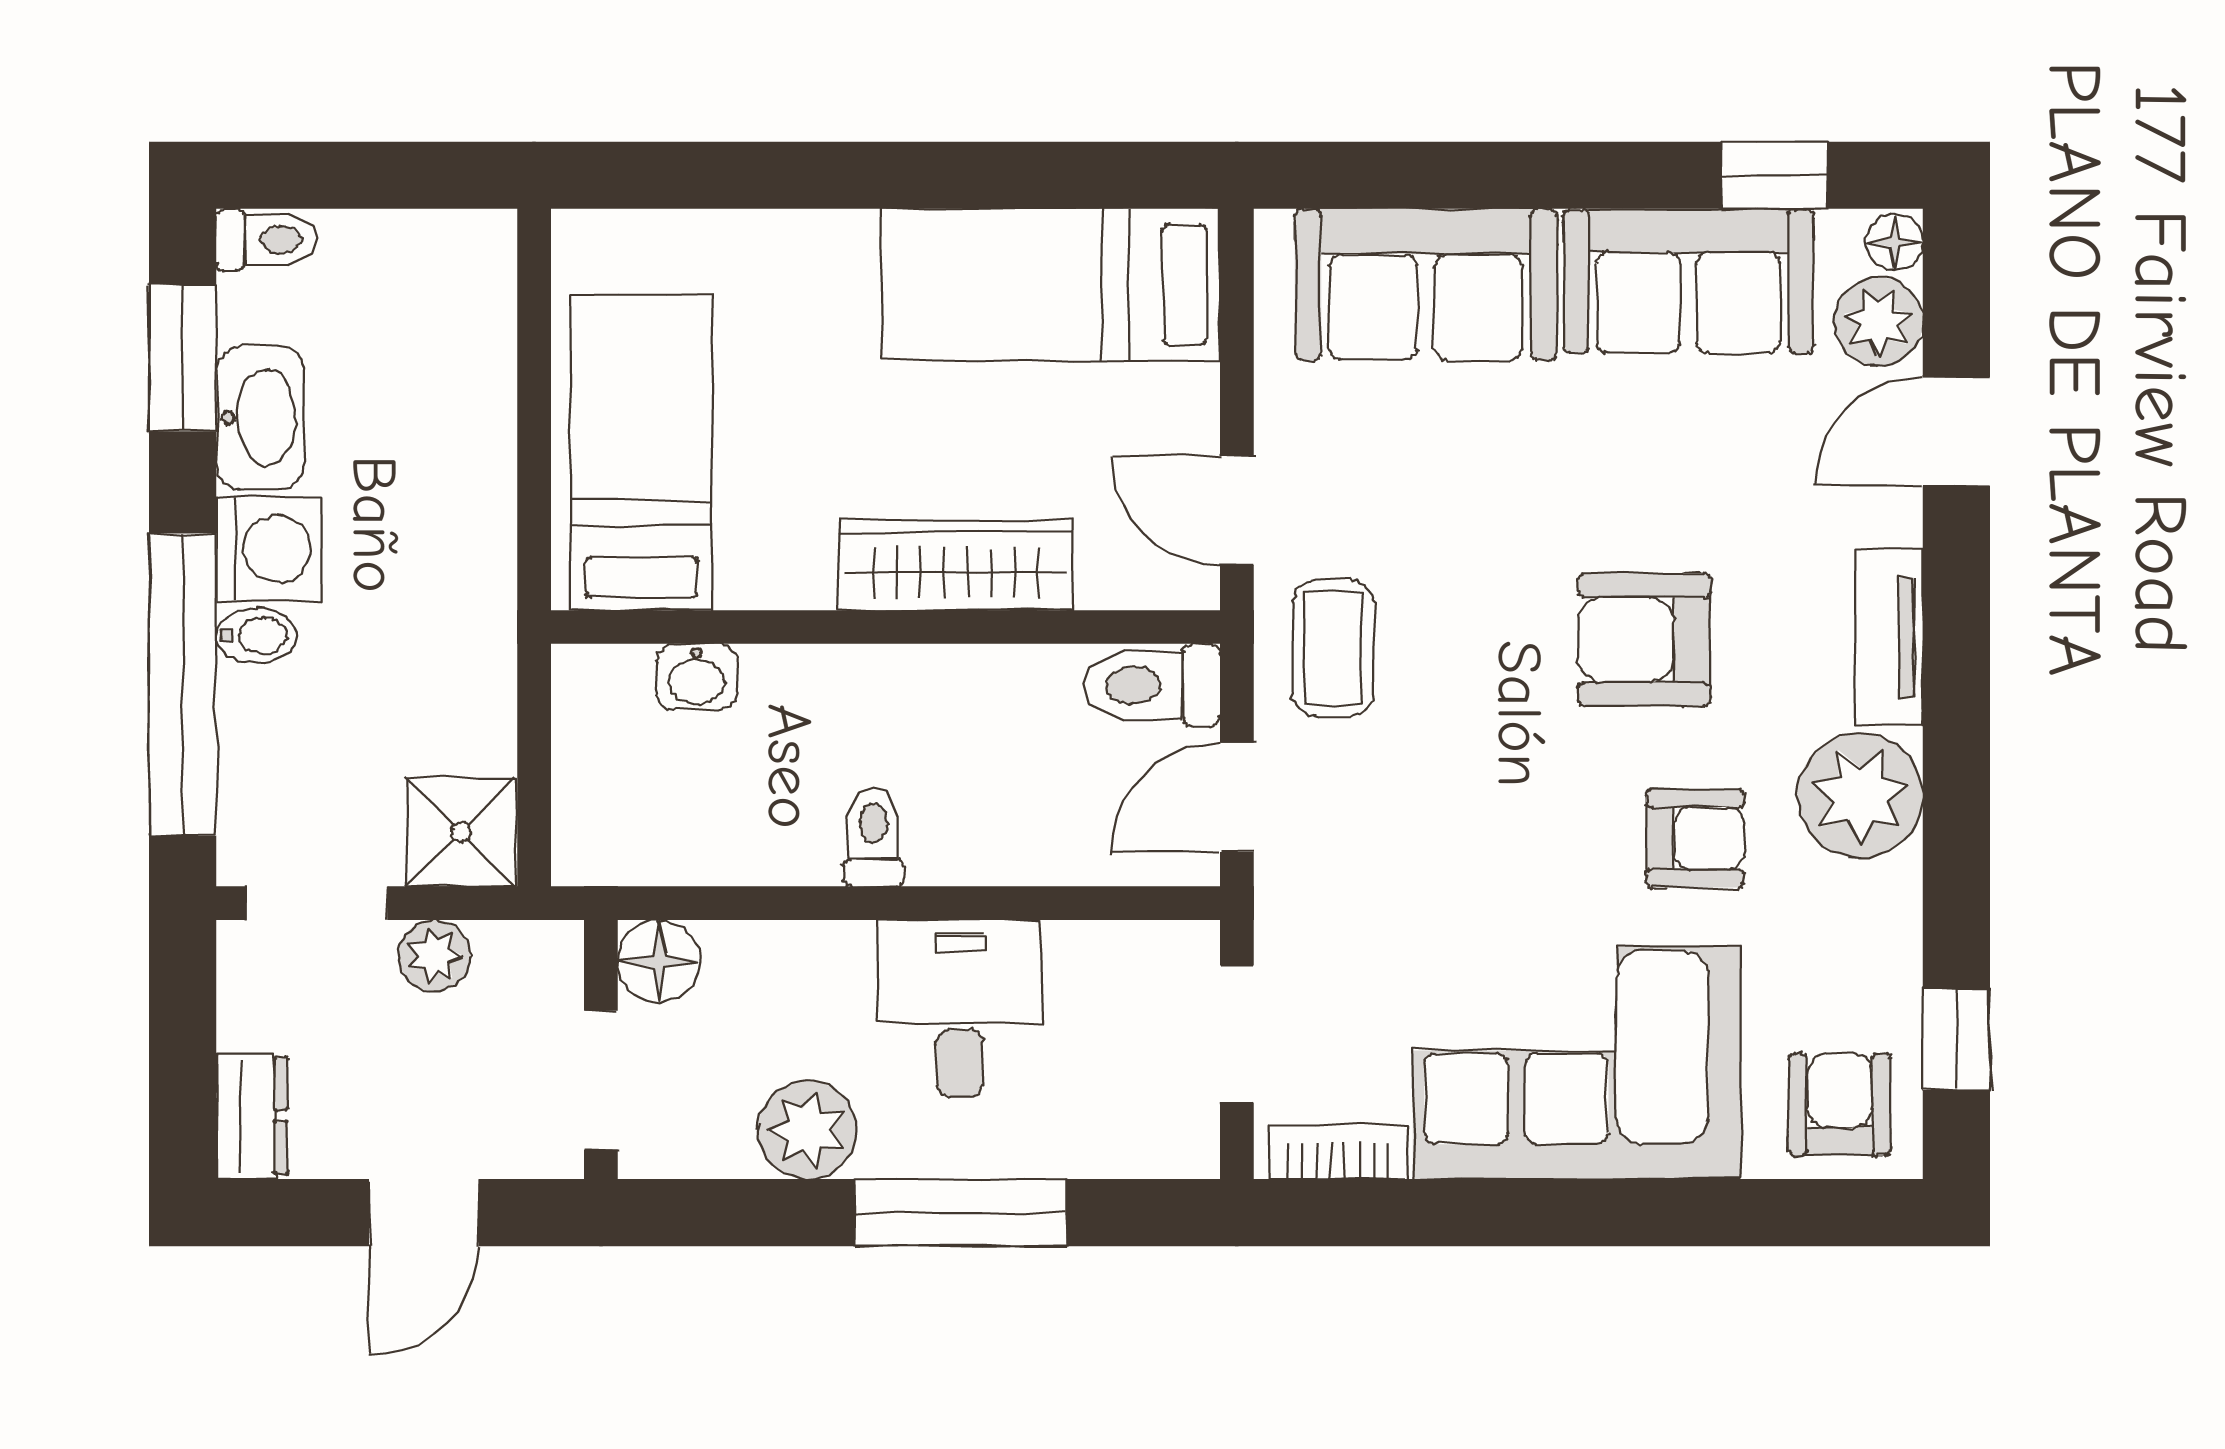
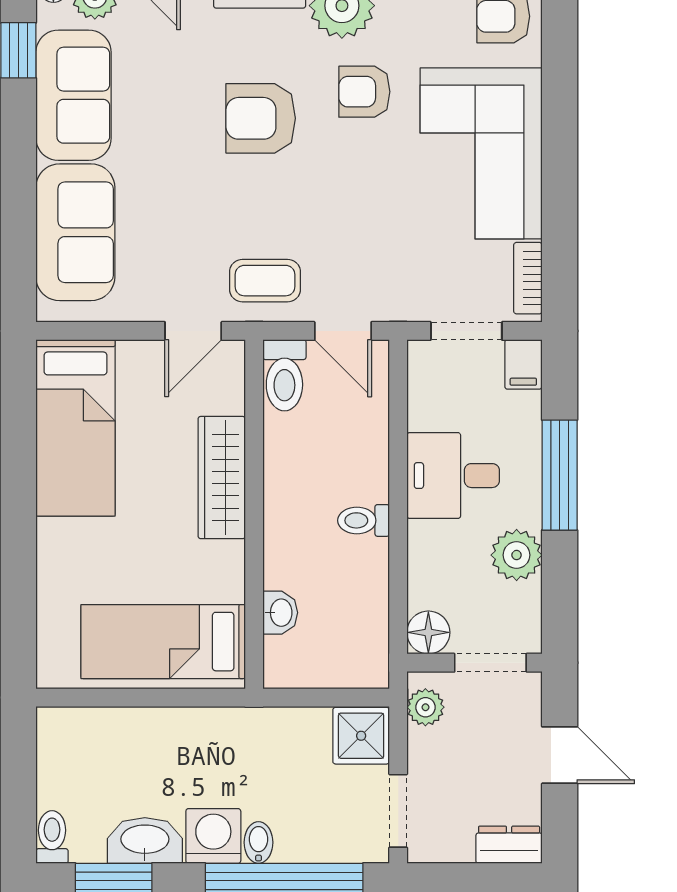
armchair: (1644, 640) -> (261, 118), turned 90
armchair: (1695, 838) -> (364, 92), turned -90
plant: (434, 956) -> (425, 707), moved
filing cabinet: (1173, 1143) -> (523, 364), added

